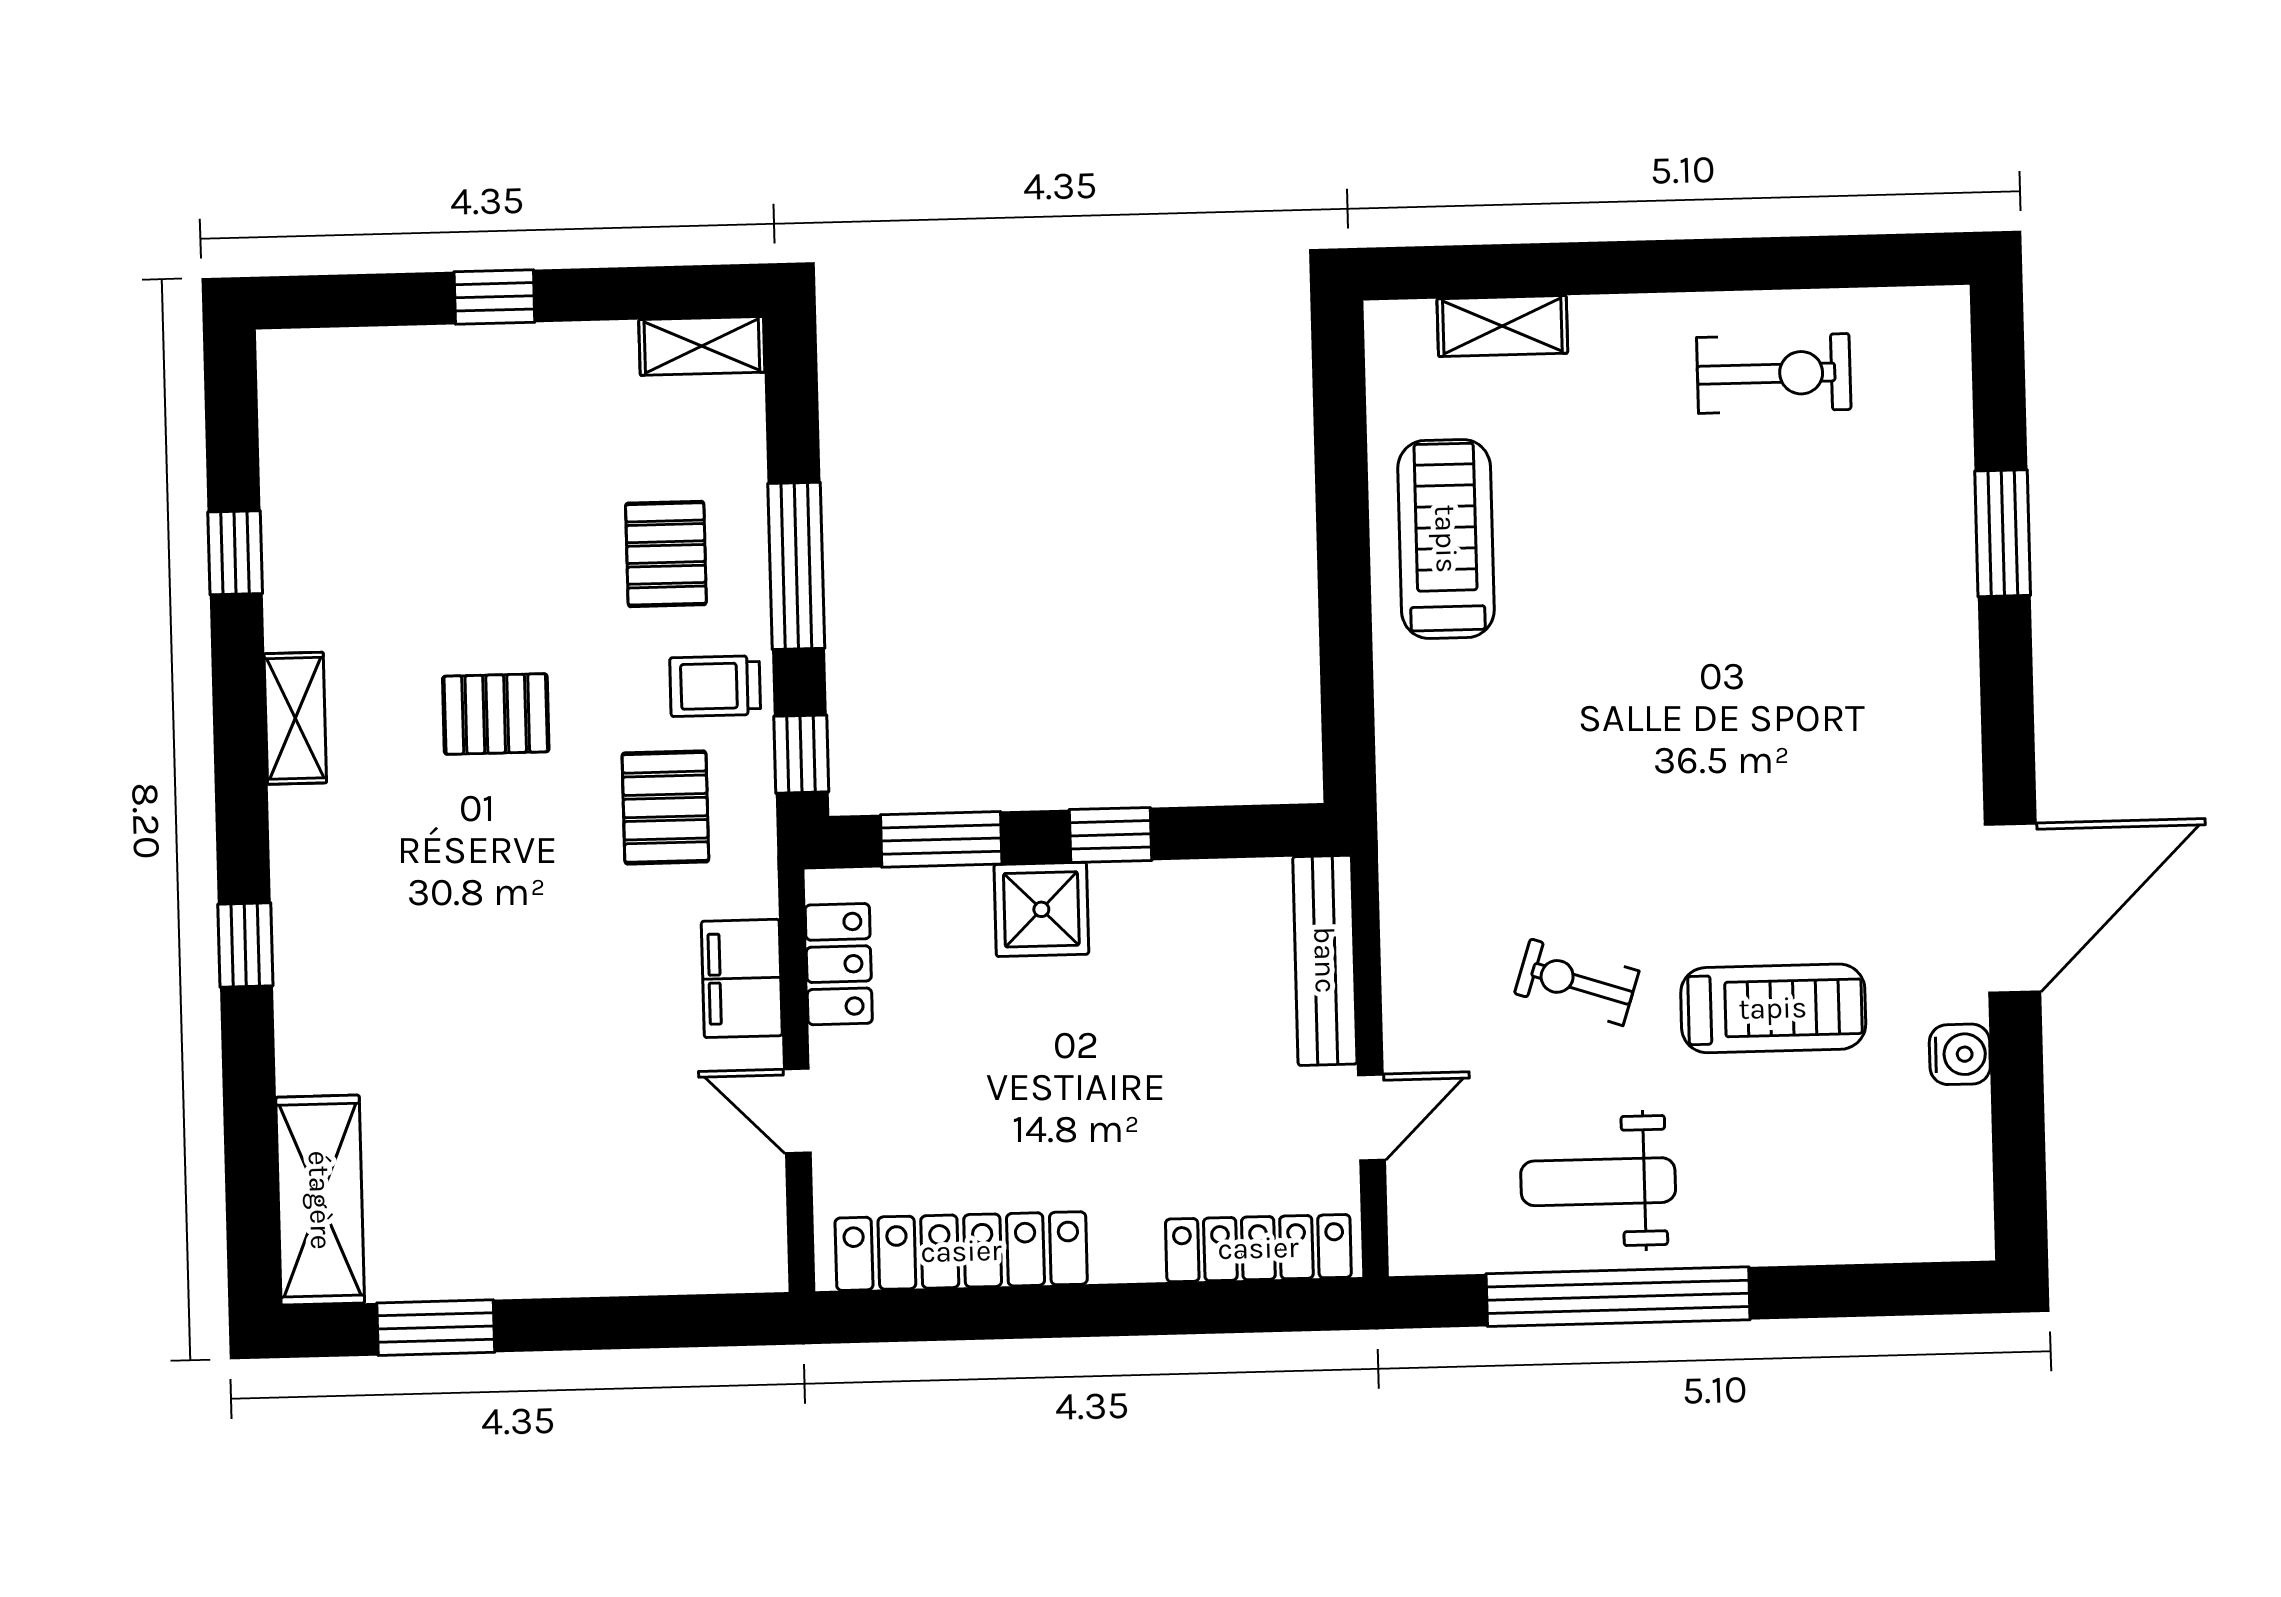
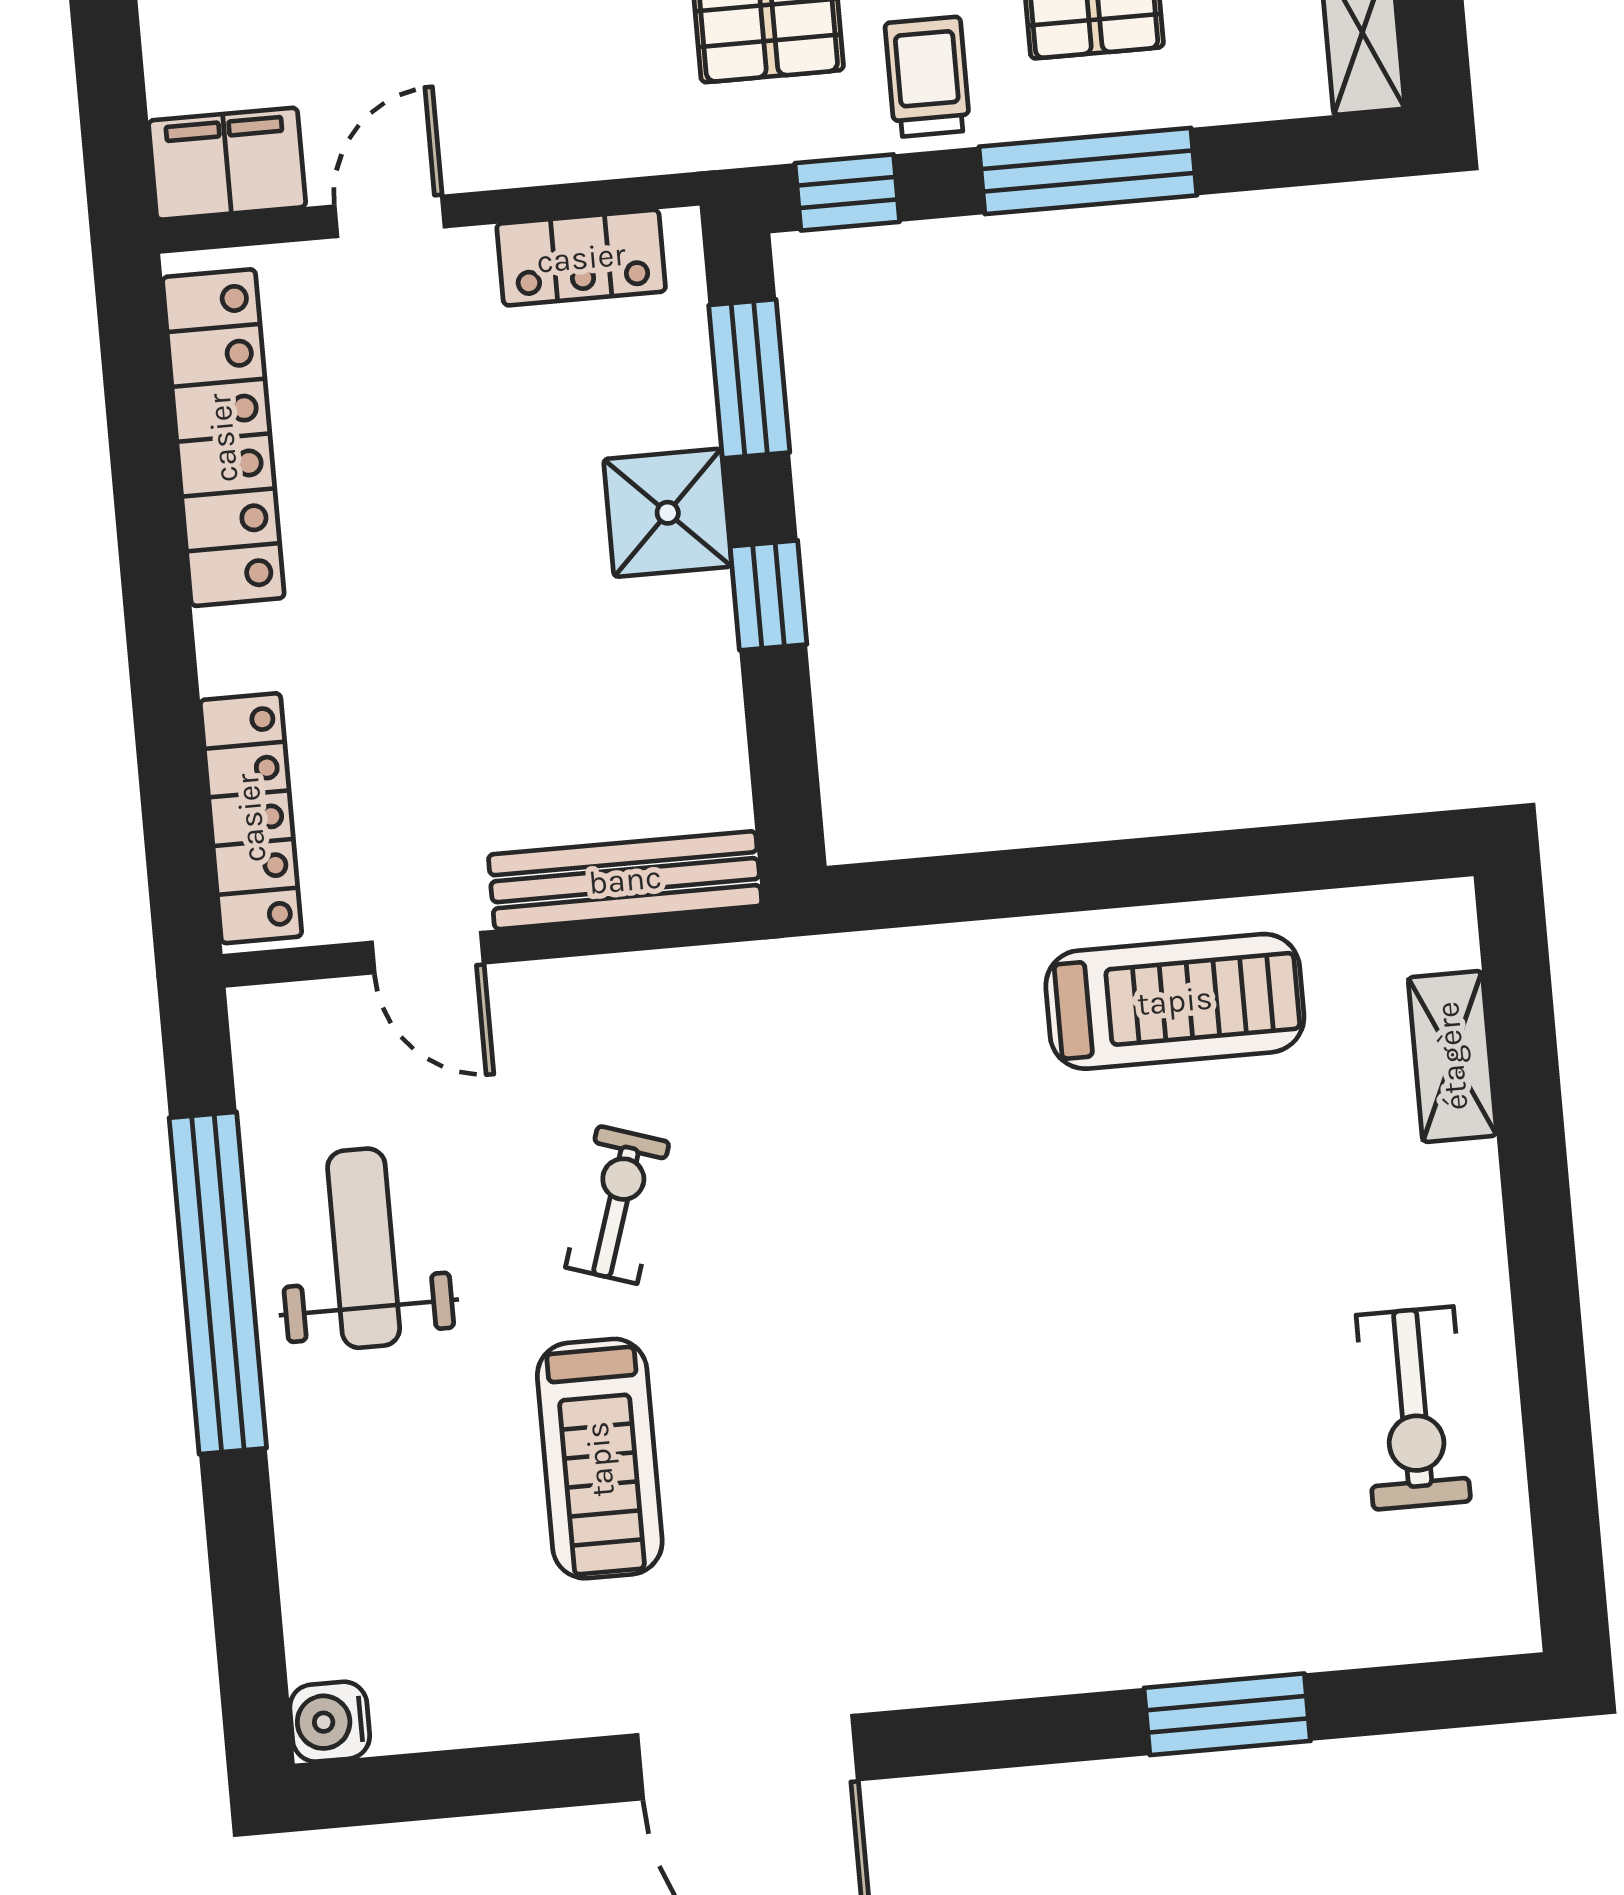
filing cabinet: (742, 978) -> (227, 164), moved
water cooler: (1960, 1054) -> (330, 1722), moved, turned 90

